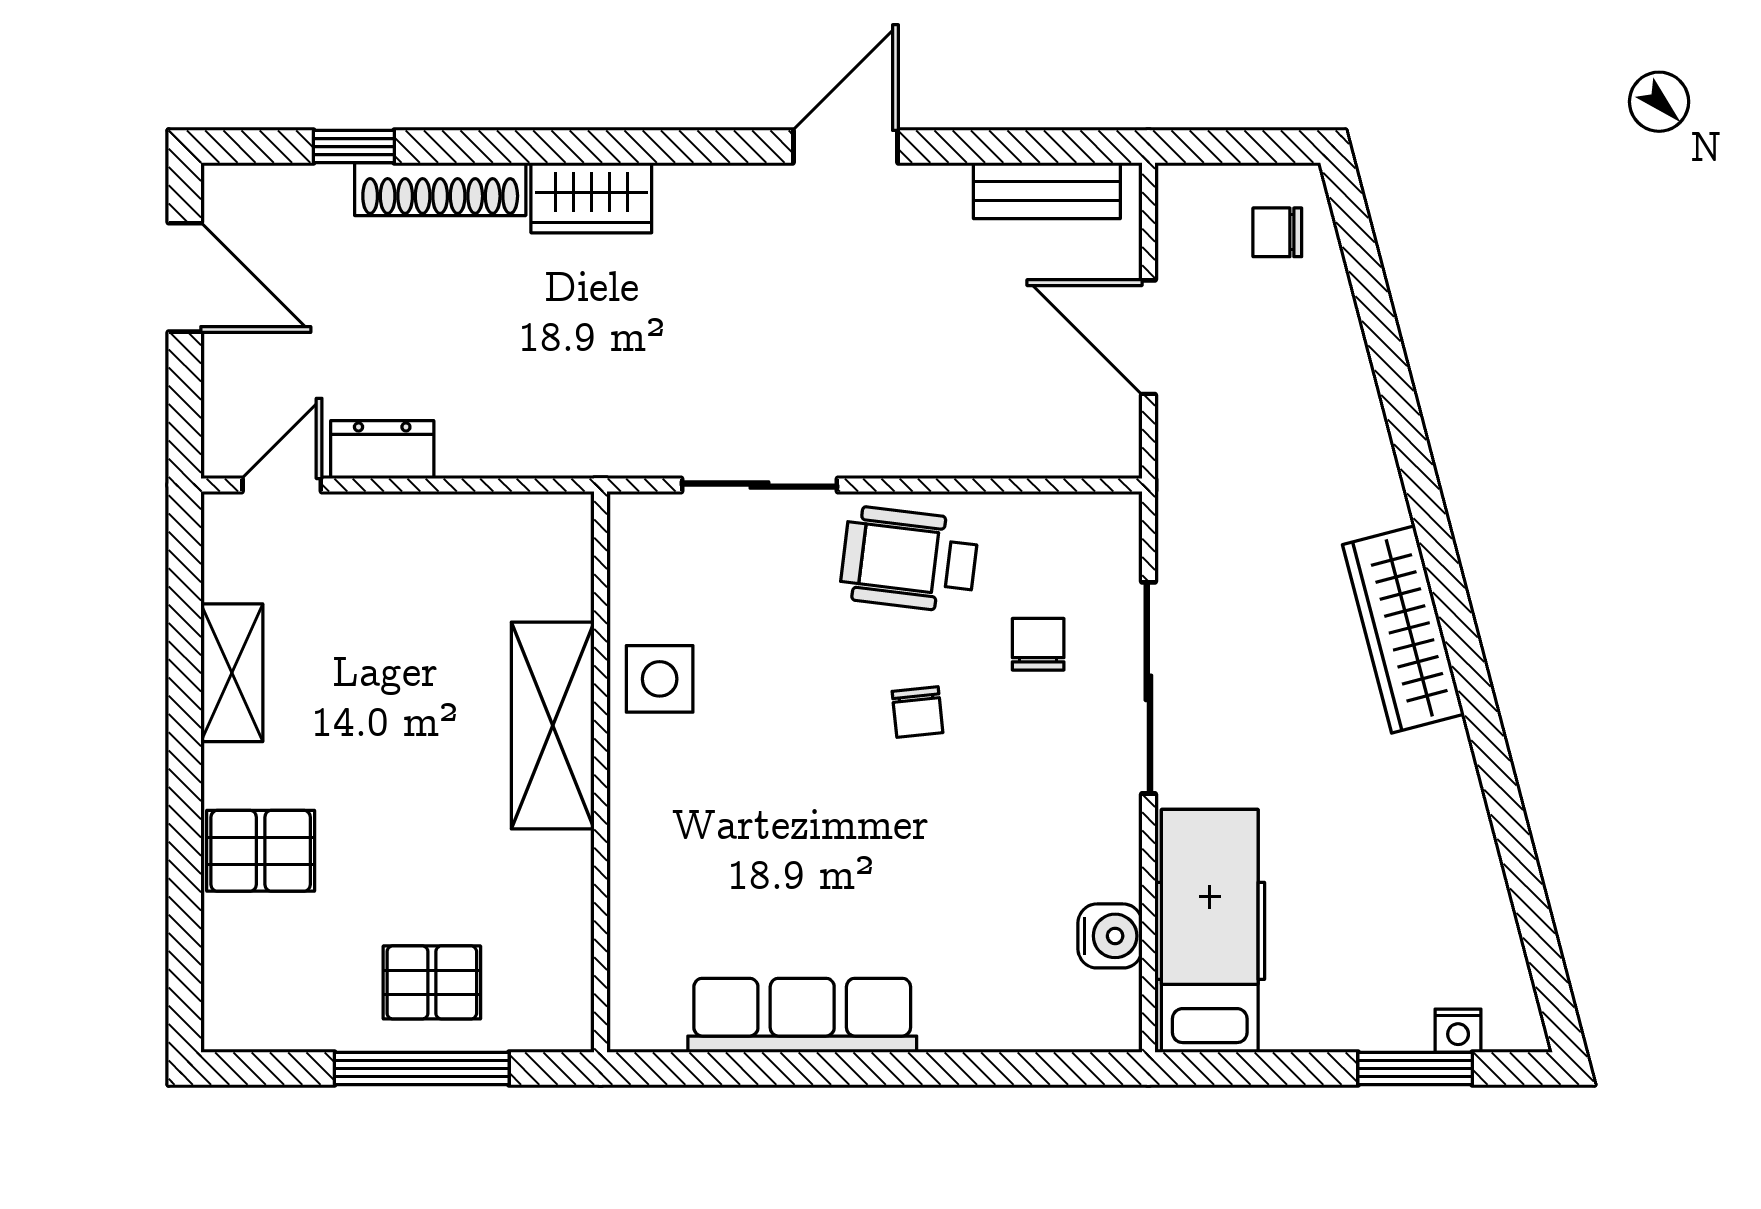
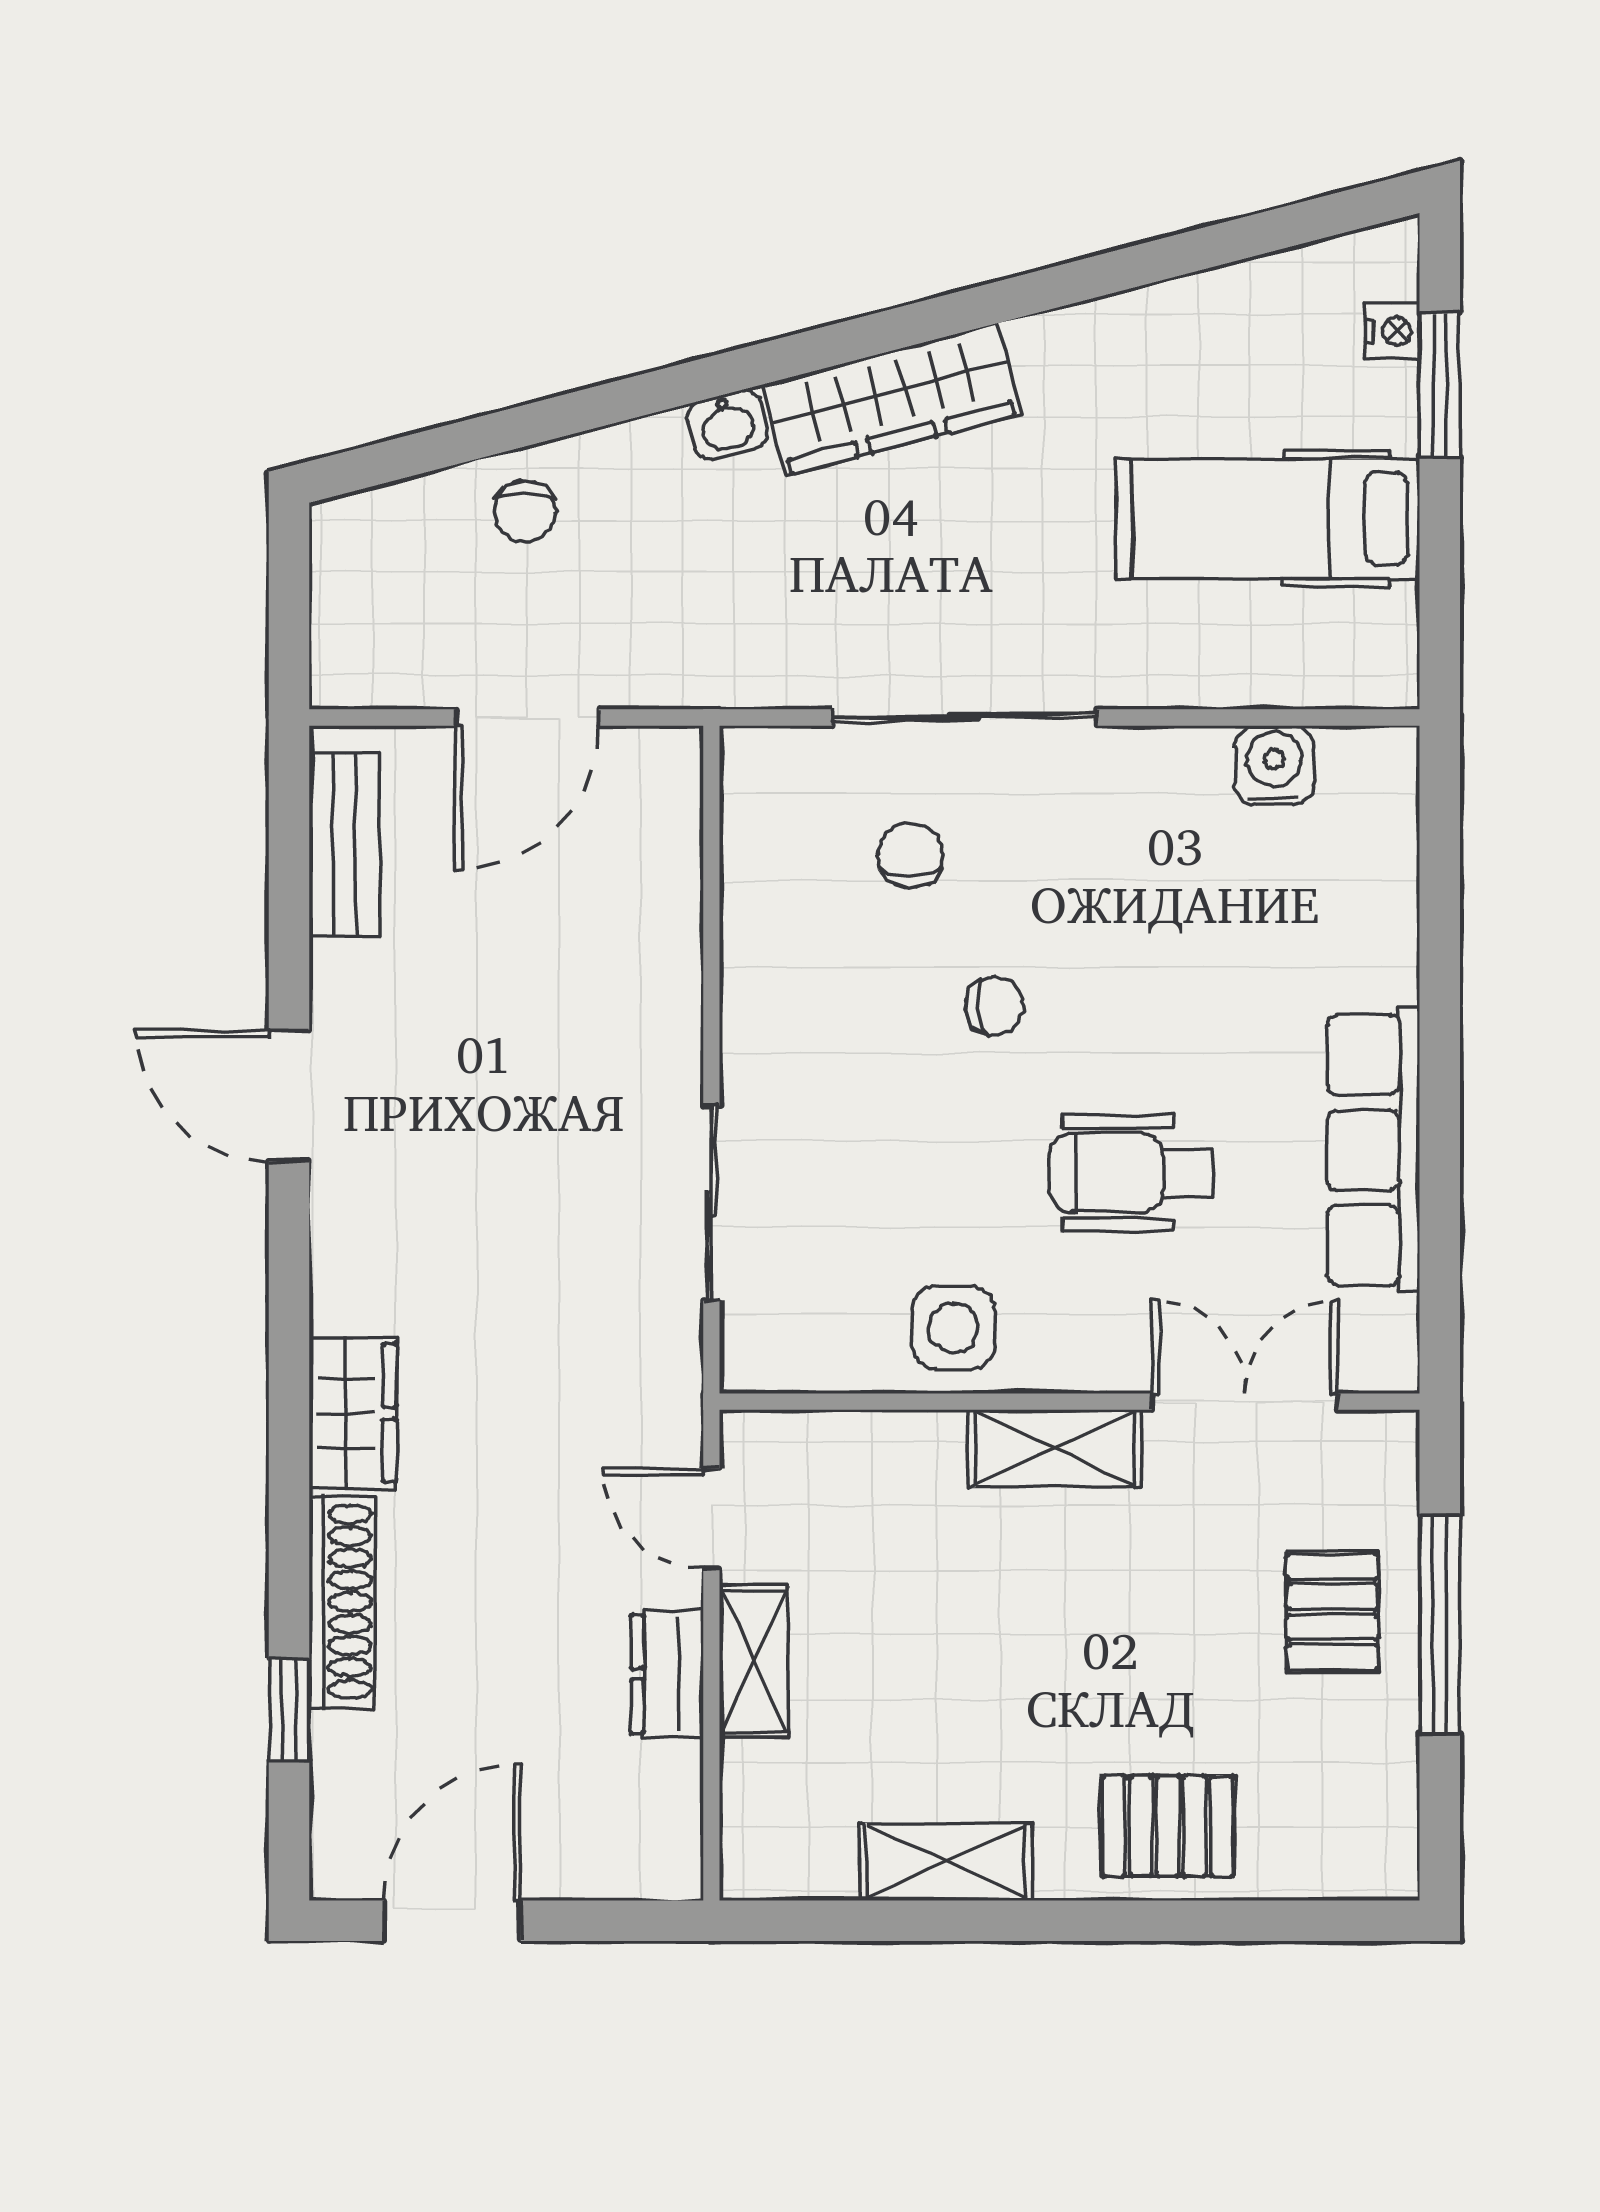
chair: (1277, 232) -> (525, 511), moved
door: (282, 485) -> (711, 1518), moved
washbasin: (1383, 498) -> (727, 425), added
shelving: (392, 519) -> (754, 1661), added
wheelchair: (909, 559) -> (1131, 1173), moved, turned 83
chair: (1038, 644) -> (910, 855), turned 90
shelving: (553, 725) -> (1055, 1448), width x0.67, depth x0.75
pallet: (261, 851) -> (1168, 1826), turned 90
double door: (600, 912) -> (1245, 1402), added
hospital bed: (1210, 931) -> (1268, 519), moved

